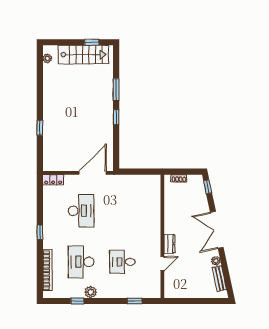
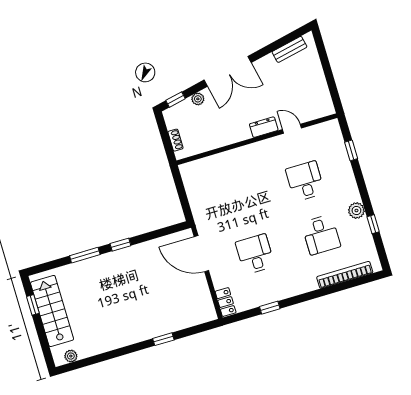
desk: (81, 211) -> (255, 254), width x0.73
window: (40, 232) -> (270, 308), moved
plant: (216, 261) -> (198, 99), moved
desk: (81, 262) -> (321, 235), width x0.73
desk: (122, 262) -> (305, 181), turned 180

